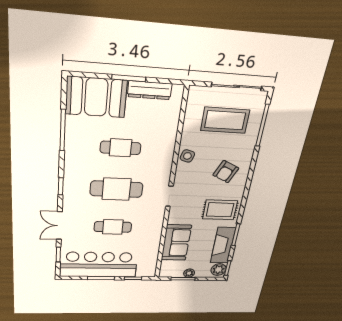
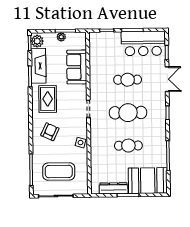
rug: (220, 210) -> (48, 99), turned 90
bar counter: (99, 265) -> (143, 43), width x0.73

